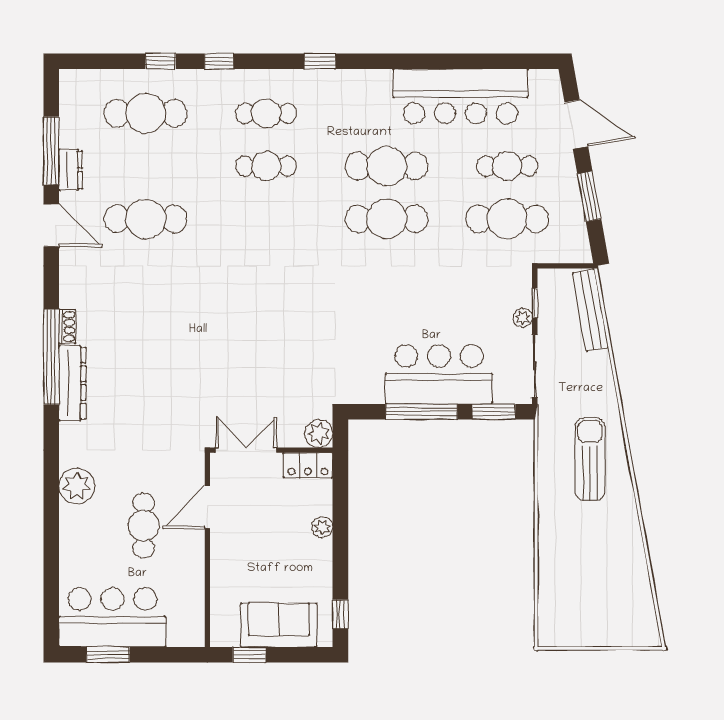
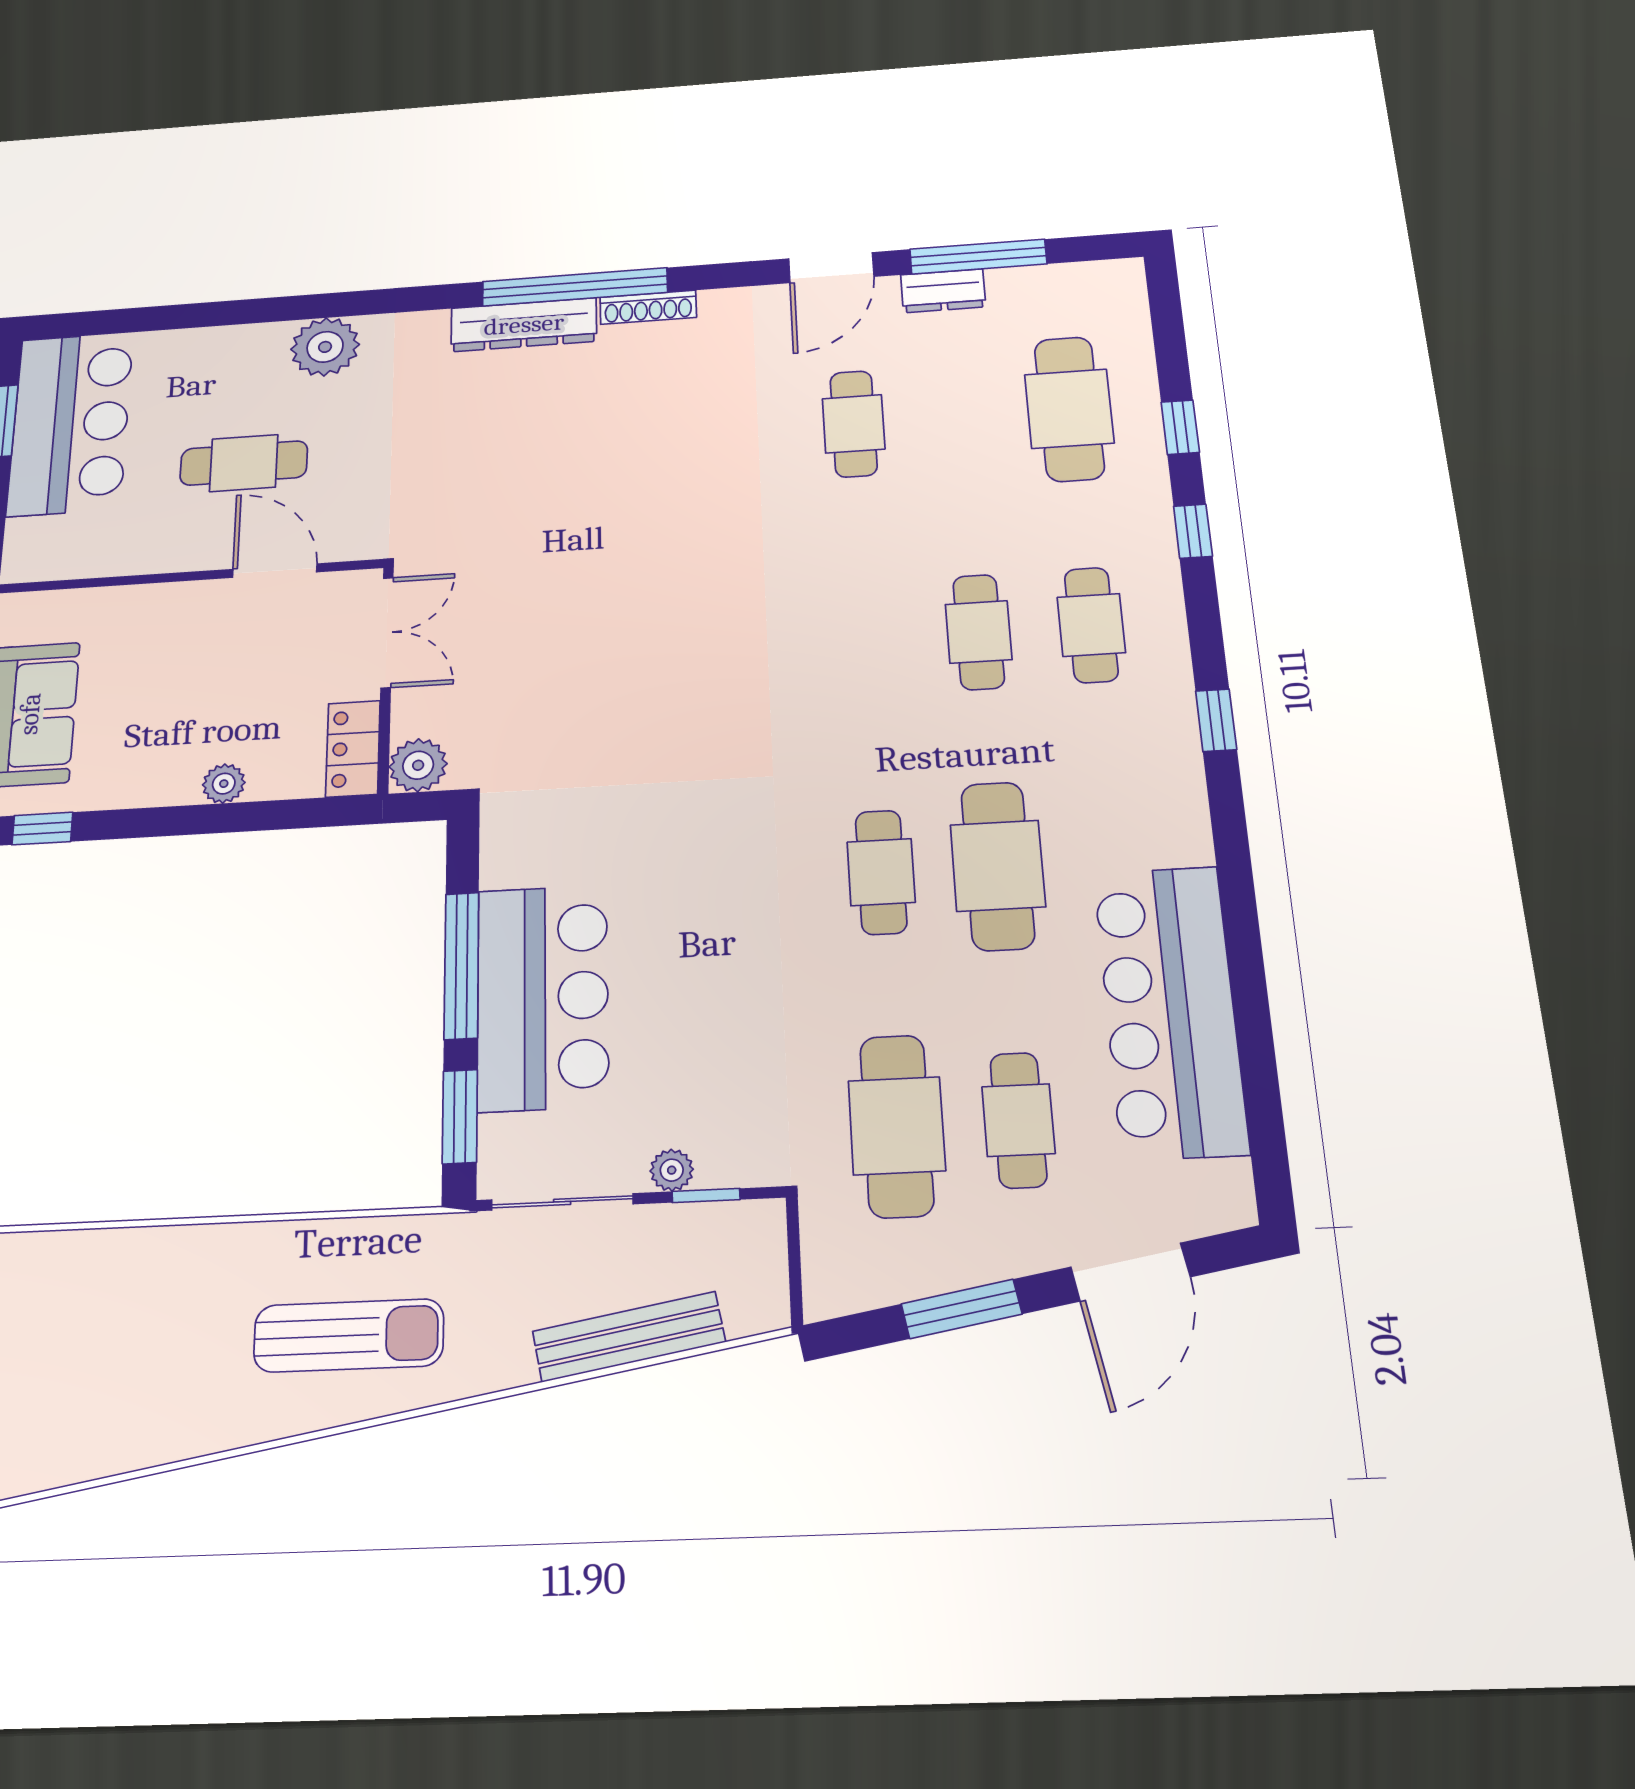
cafe table: (146, 219) -> (854, 424), width x0.73, depth x0.74
cafe table: (387, 219) -> (881, 872), width x0.73, depth x0.74
bench: (590, 310) -> (629, 1337), moved
shoe rack: (67, 327) -> (648, 307), width x1.43

